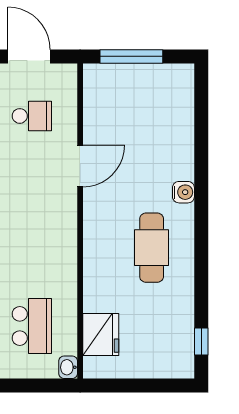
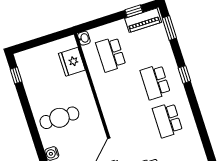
cafe table: (152, 248) -> (59, 118), turned 90

